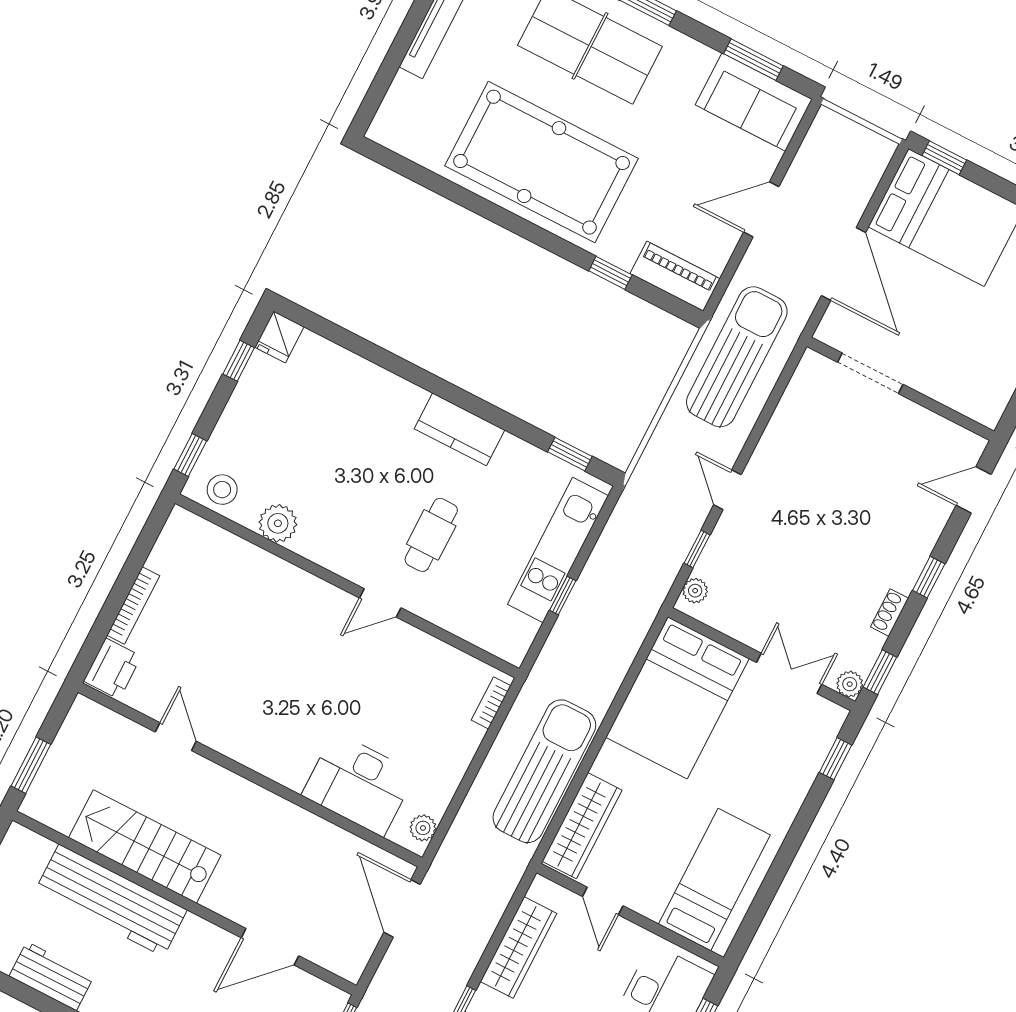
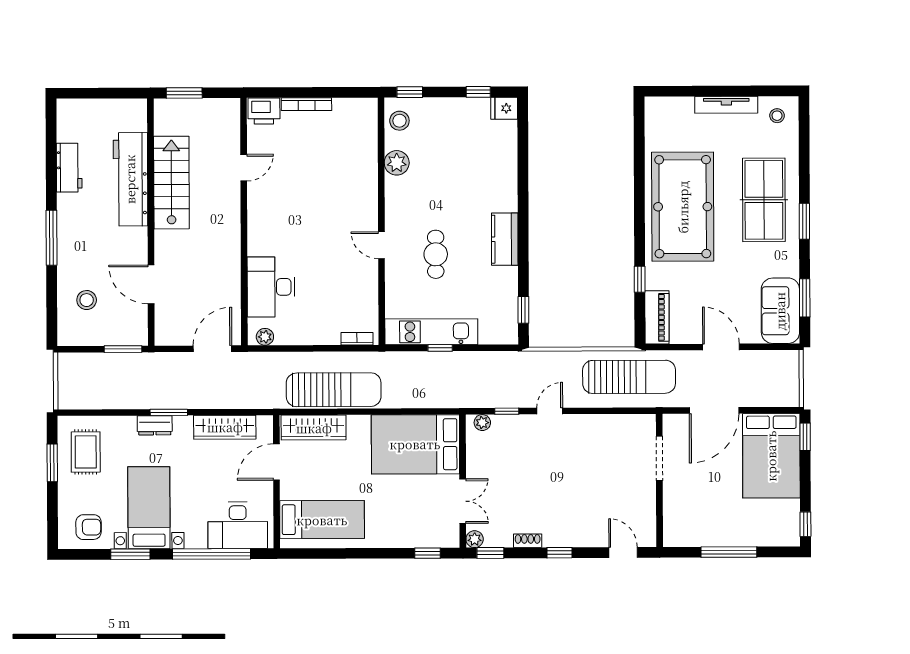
cafe table: (431, 535) -> (436, 254), turned 90
kitchen unit: (558, 550) -> (431, 332), moved
door: (603, 901) -> (276, 462), width x1.38

